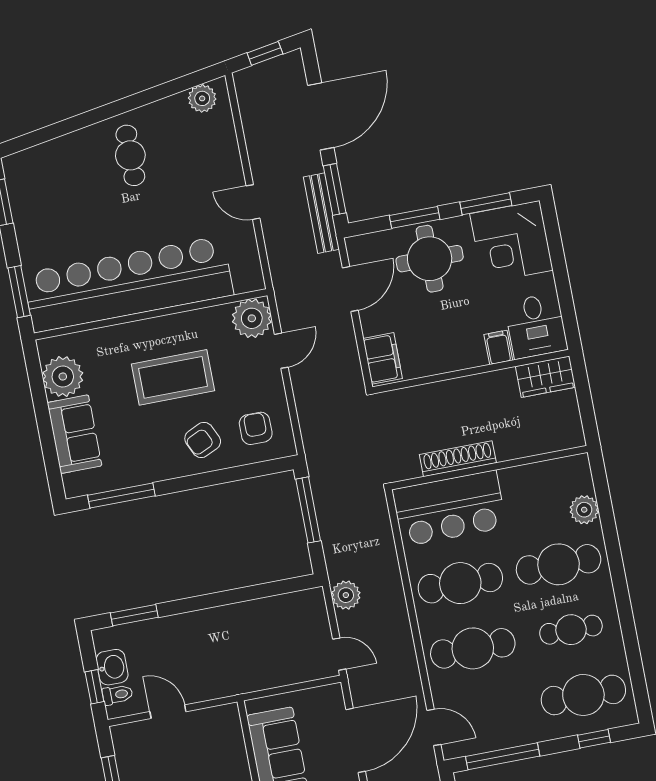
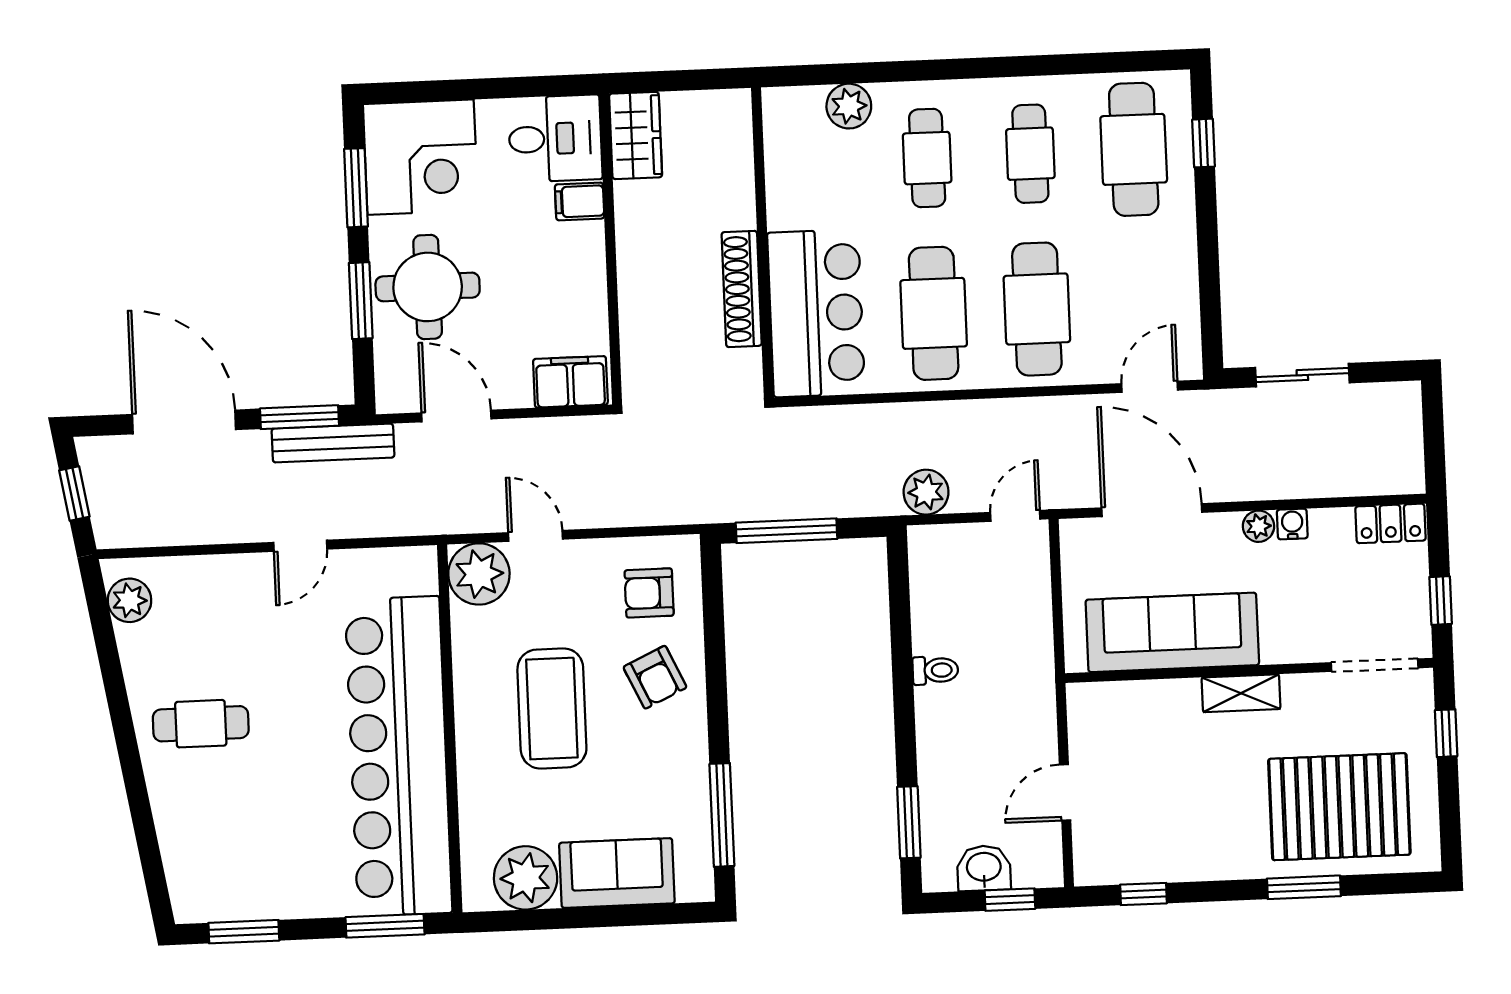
cafe table: (559, 564) -> (927, 158), width x0.73, depth x0.74
toilet: (118, 695) -> (935, 670), moved, turned 90
window: (503, 756) -> (1210, 288), removed

